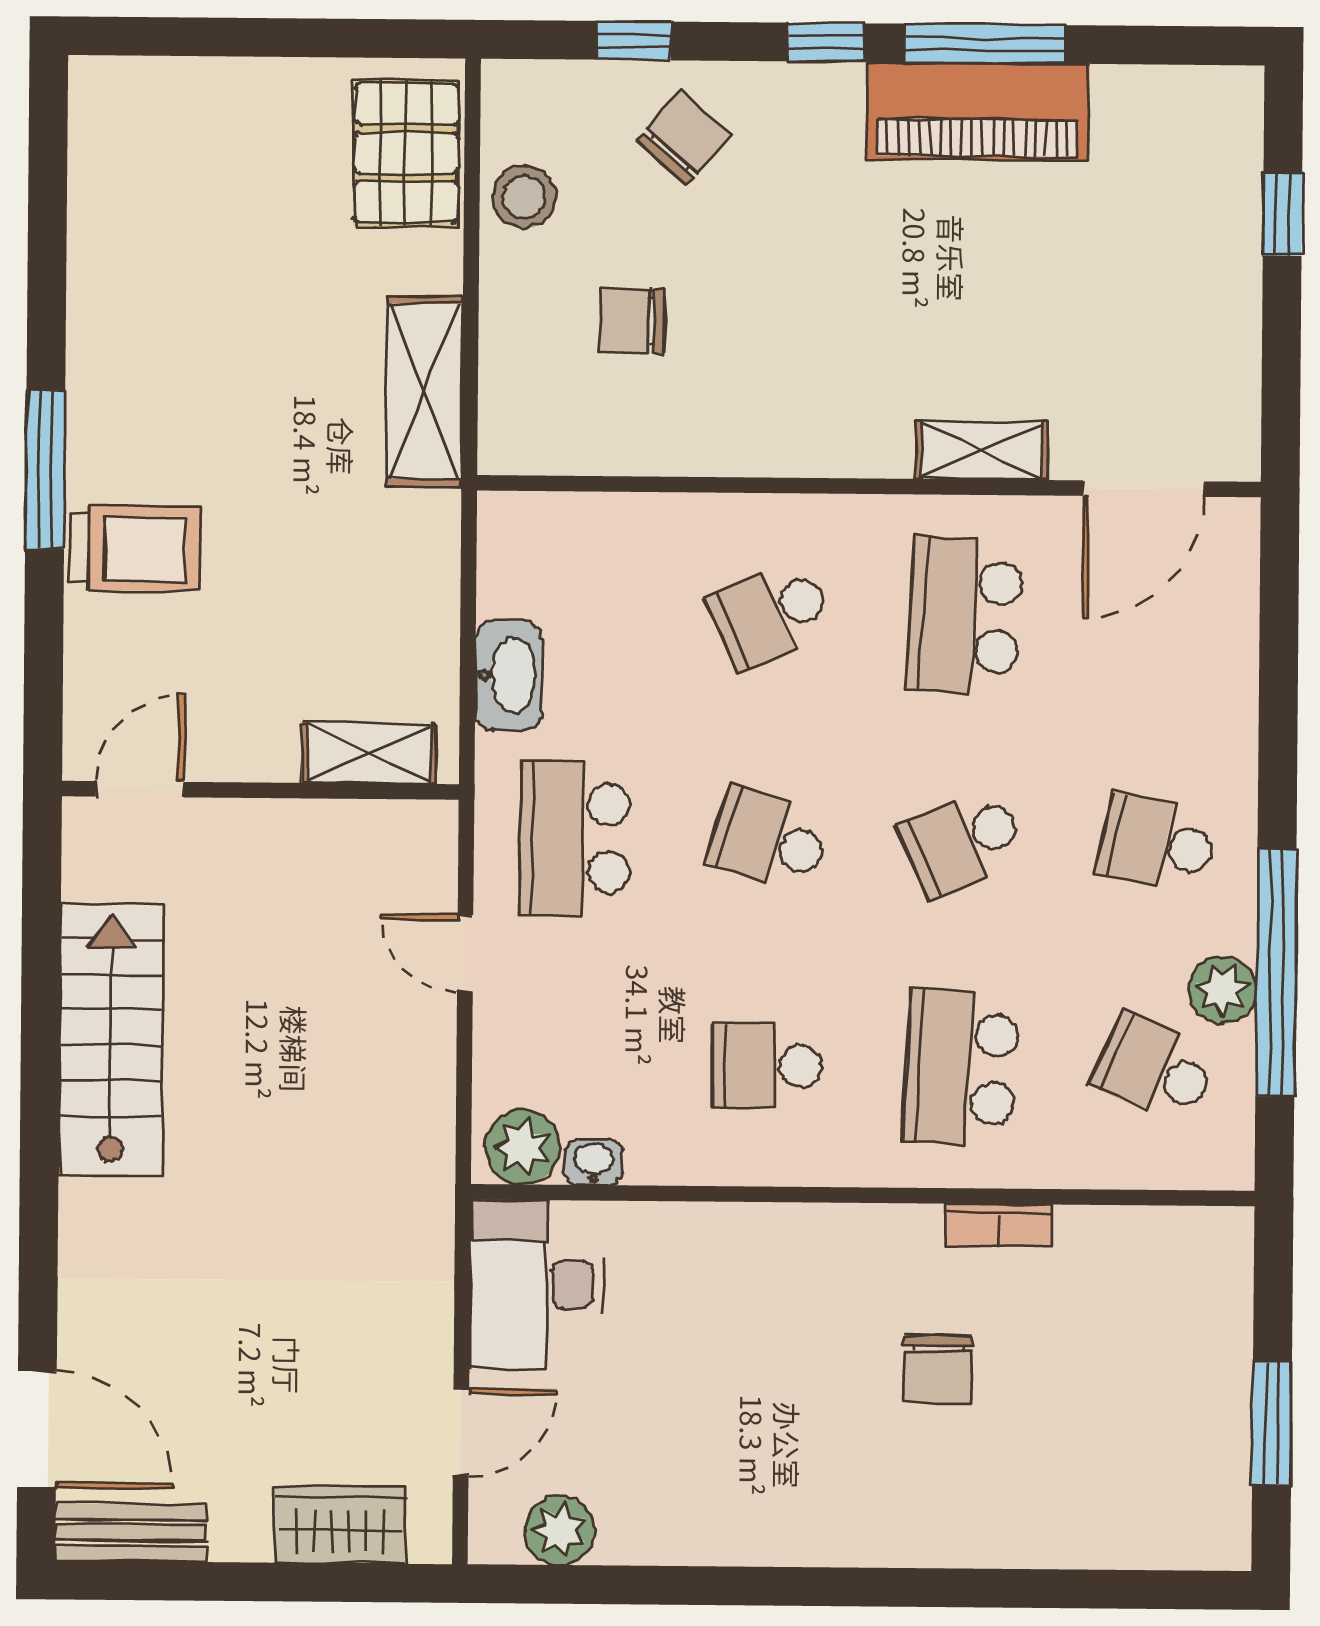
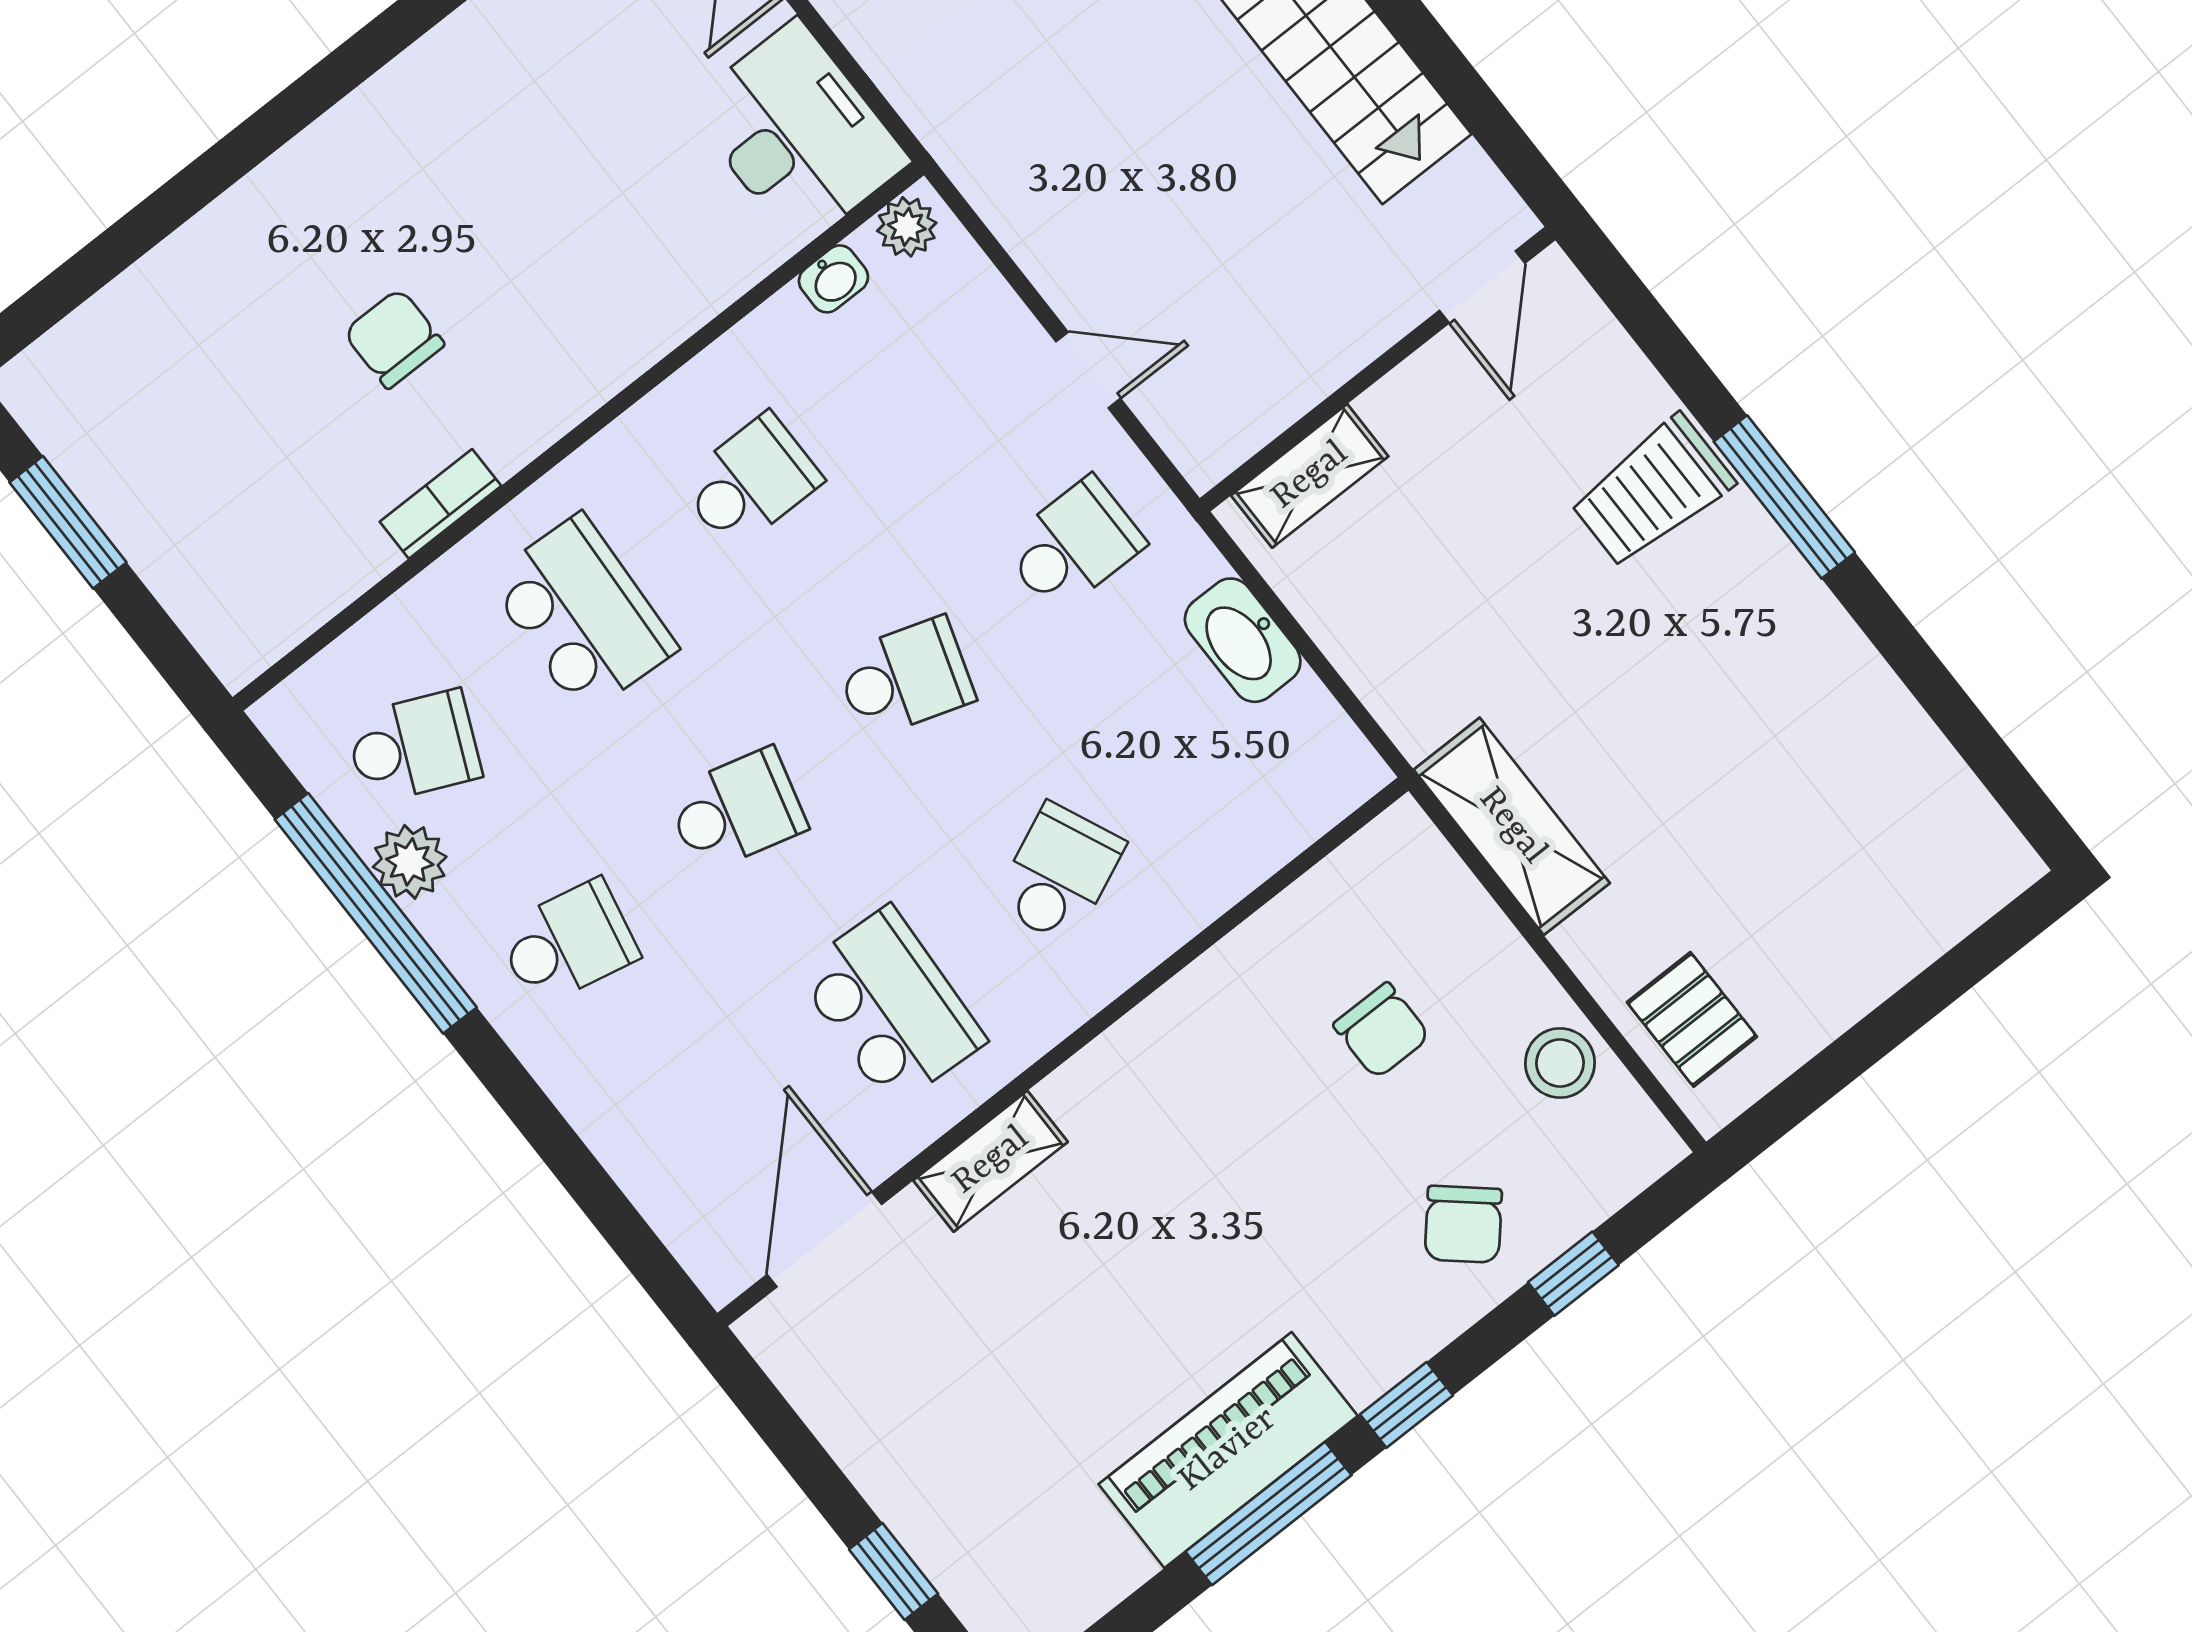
pallet: (406, 153) -> (1692, 1019), width x0.67, depth x0.71
chair: (632, 321) -> (1382, 1031), turned 90
school desk: (575, 838) -> (1073, 545), width x0.54
school desk: (963, 842) -> (736, 810), turned 39
plant: (523, 1147) -> (907, 227), width x0.73, depth x0.73

